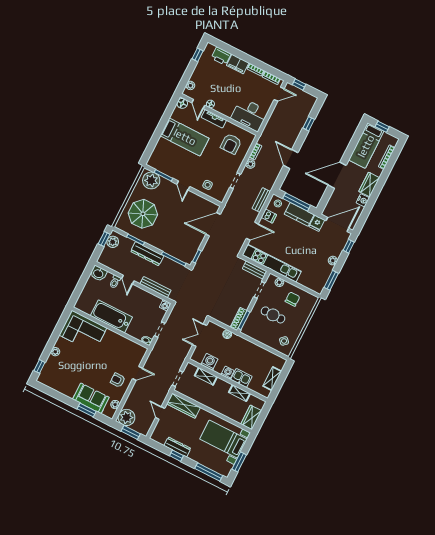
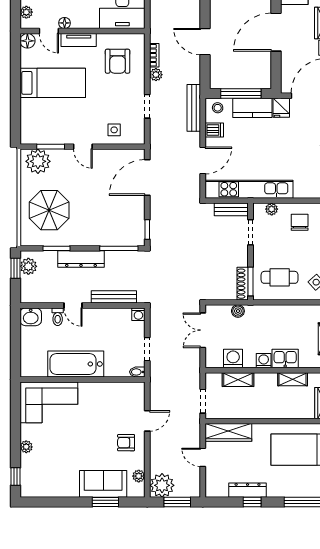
bench: (261, 200) -> (194, 108), width x1.36
cafe table: (273, 315) -> (280, 277), moved

